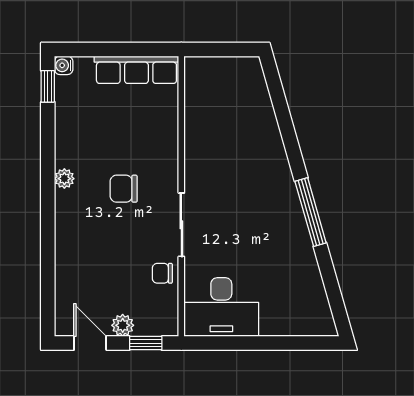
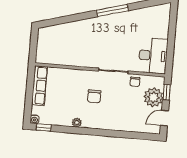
plant: (64, 179) -> (77, 123), moved
plant: (123, 325) -> (153, 97), width x1.87, depth x1.87

